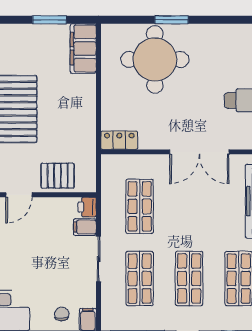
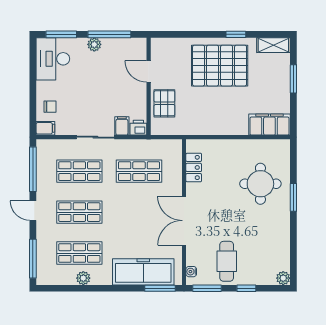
window: (49, 20) -> (293, 79), moved
round table: (155, 59) -> (260, 184), width x0.73, depth x0.73
locker: (119, 140) -> (194, 167), moved

